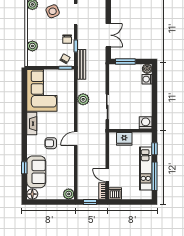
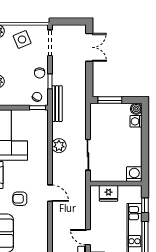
double door: (108, 35) -> (89, 47), moved
door: (76, 139) -> (50, 193), swing flipped

